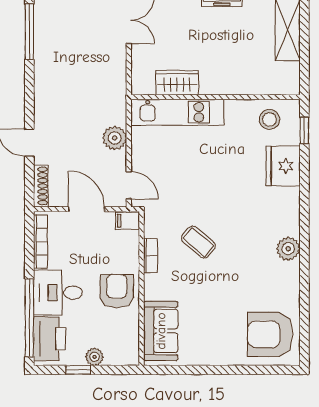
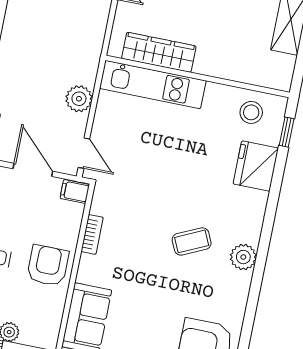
wardrobe: (177, 83) -> (159, 52), width x1.50
coffee table: (198, 242) -> (192, 241), moved, turned -65

